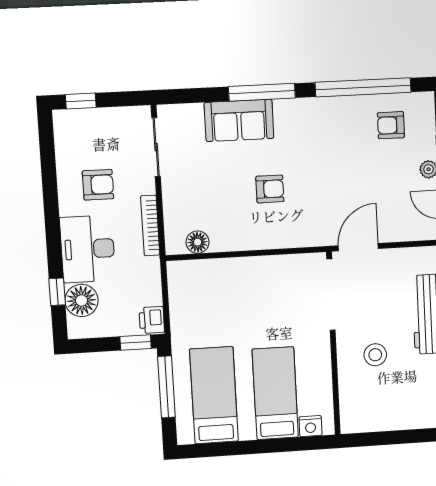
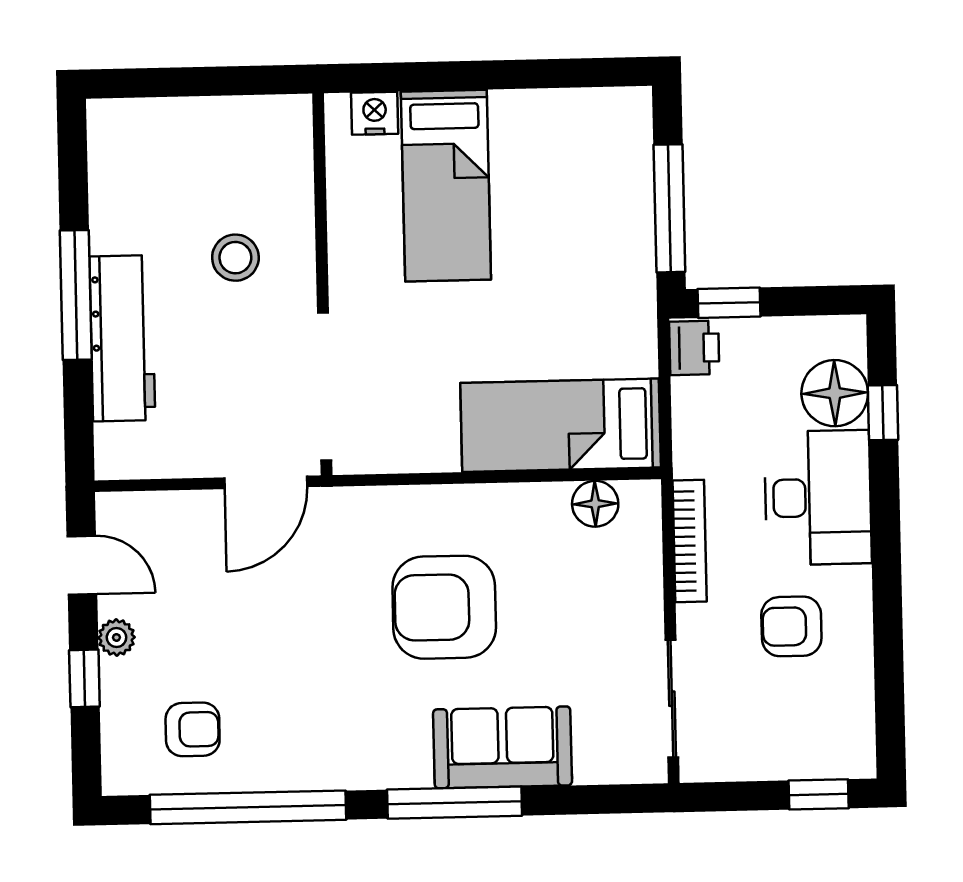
armchair: (270, 189) -> (444, 607), width x1.88, depth x1.88
bed: (214, 395) -> (561, 425), moved, turned 90

